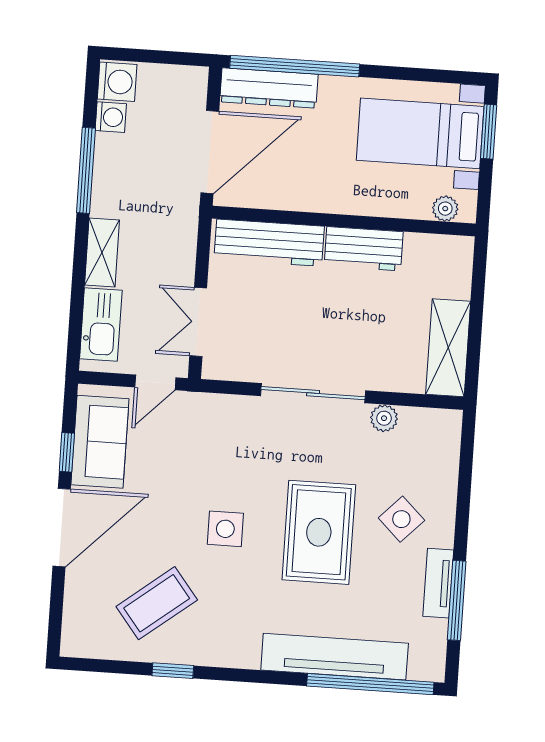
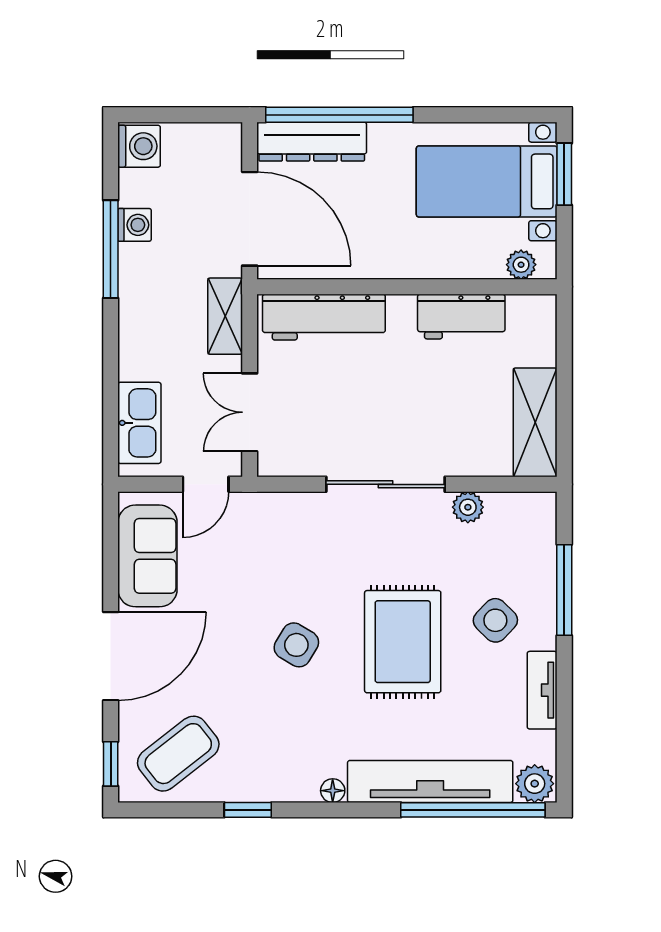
washing machine: (111, 117) -> (135, 225), moved
door: (210, 152) -> (250, 219), hinge flipped
workbench: (364, 249) -> (461, 317), moved
shelving: (102, 252) -> (225, 316), moved
window: (67, 452) -> (111, 764), moved
side table: (225, 529) -> (296, 645), turned 31
window: (457, 600) -> (564, 590), moved
coffee table: (157, 603) -> (178, 754), moved
floor lamp: (248, 659) -> (333, 791), added
plant: (426, 665) -> (535, 784), added

